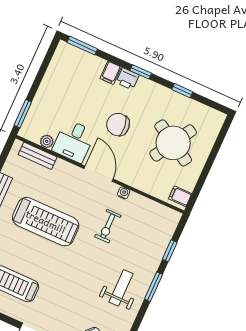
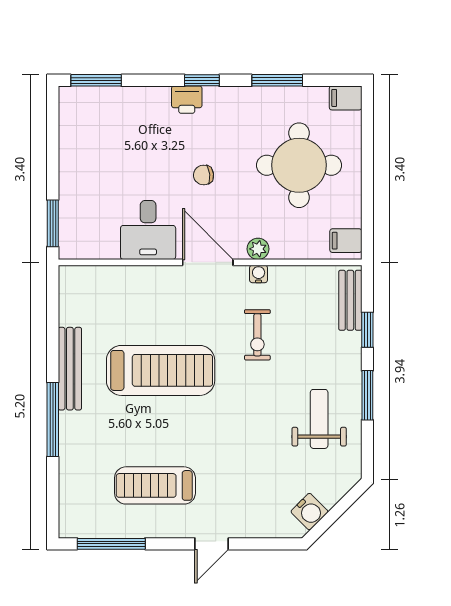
filing cabinet: (111, 73) -> (346, 98), moved, turned 90
window: (182, 91) -> (277, 80), width x1.50
chair: (118, 125) -> (204, 175), width x0.54, depth x0.54
plant: (47, 141) -> (258, 249), moved
round table: (173, 143) -> (299, 165), turned -31
bench: (38, 156) -> (350, 300), moved, turned 90

